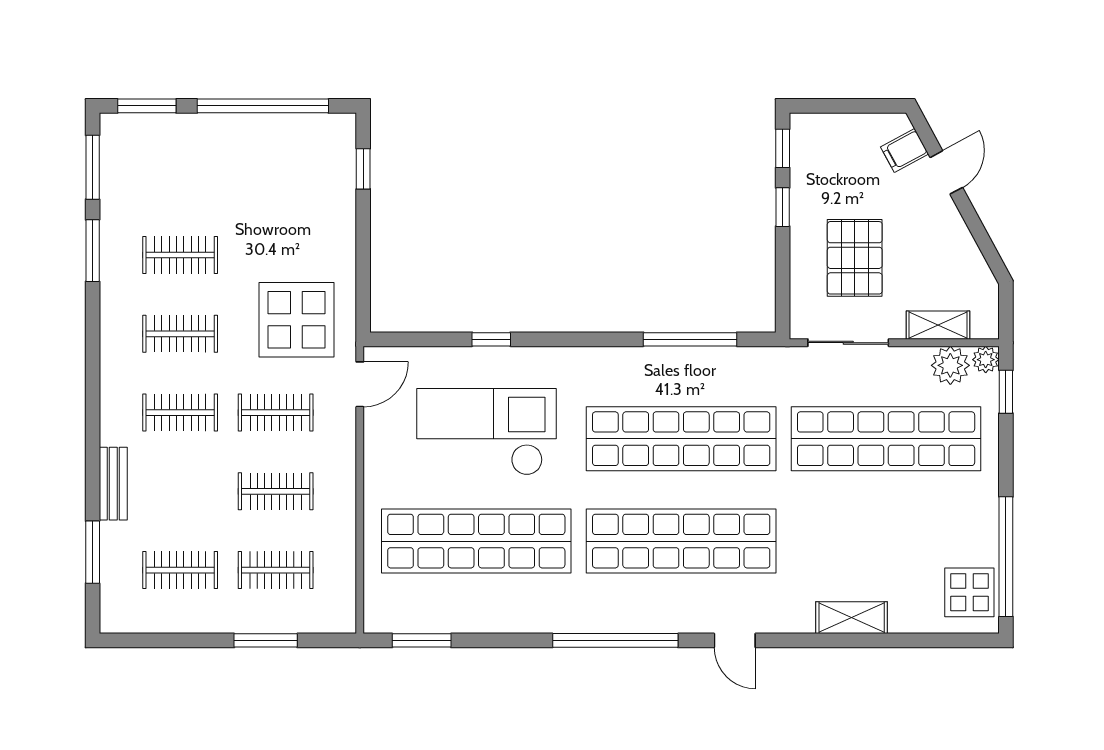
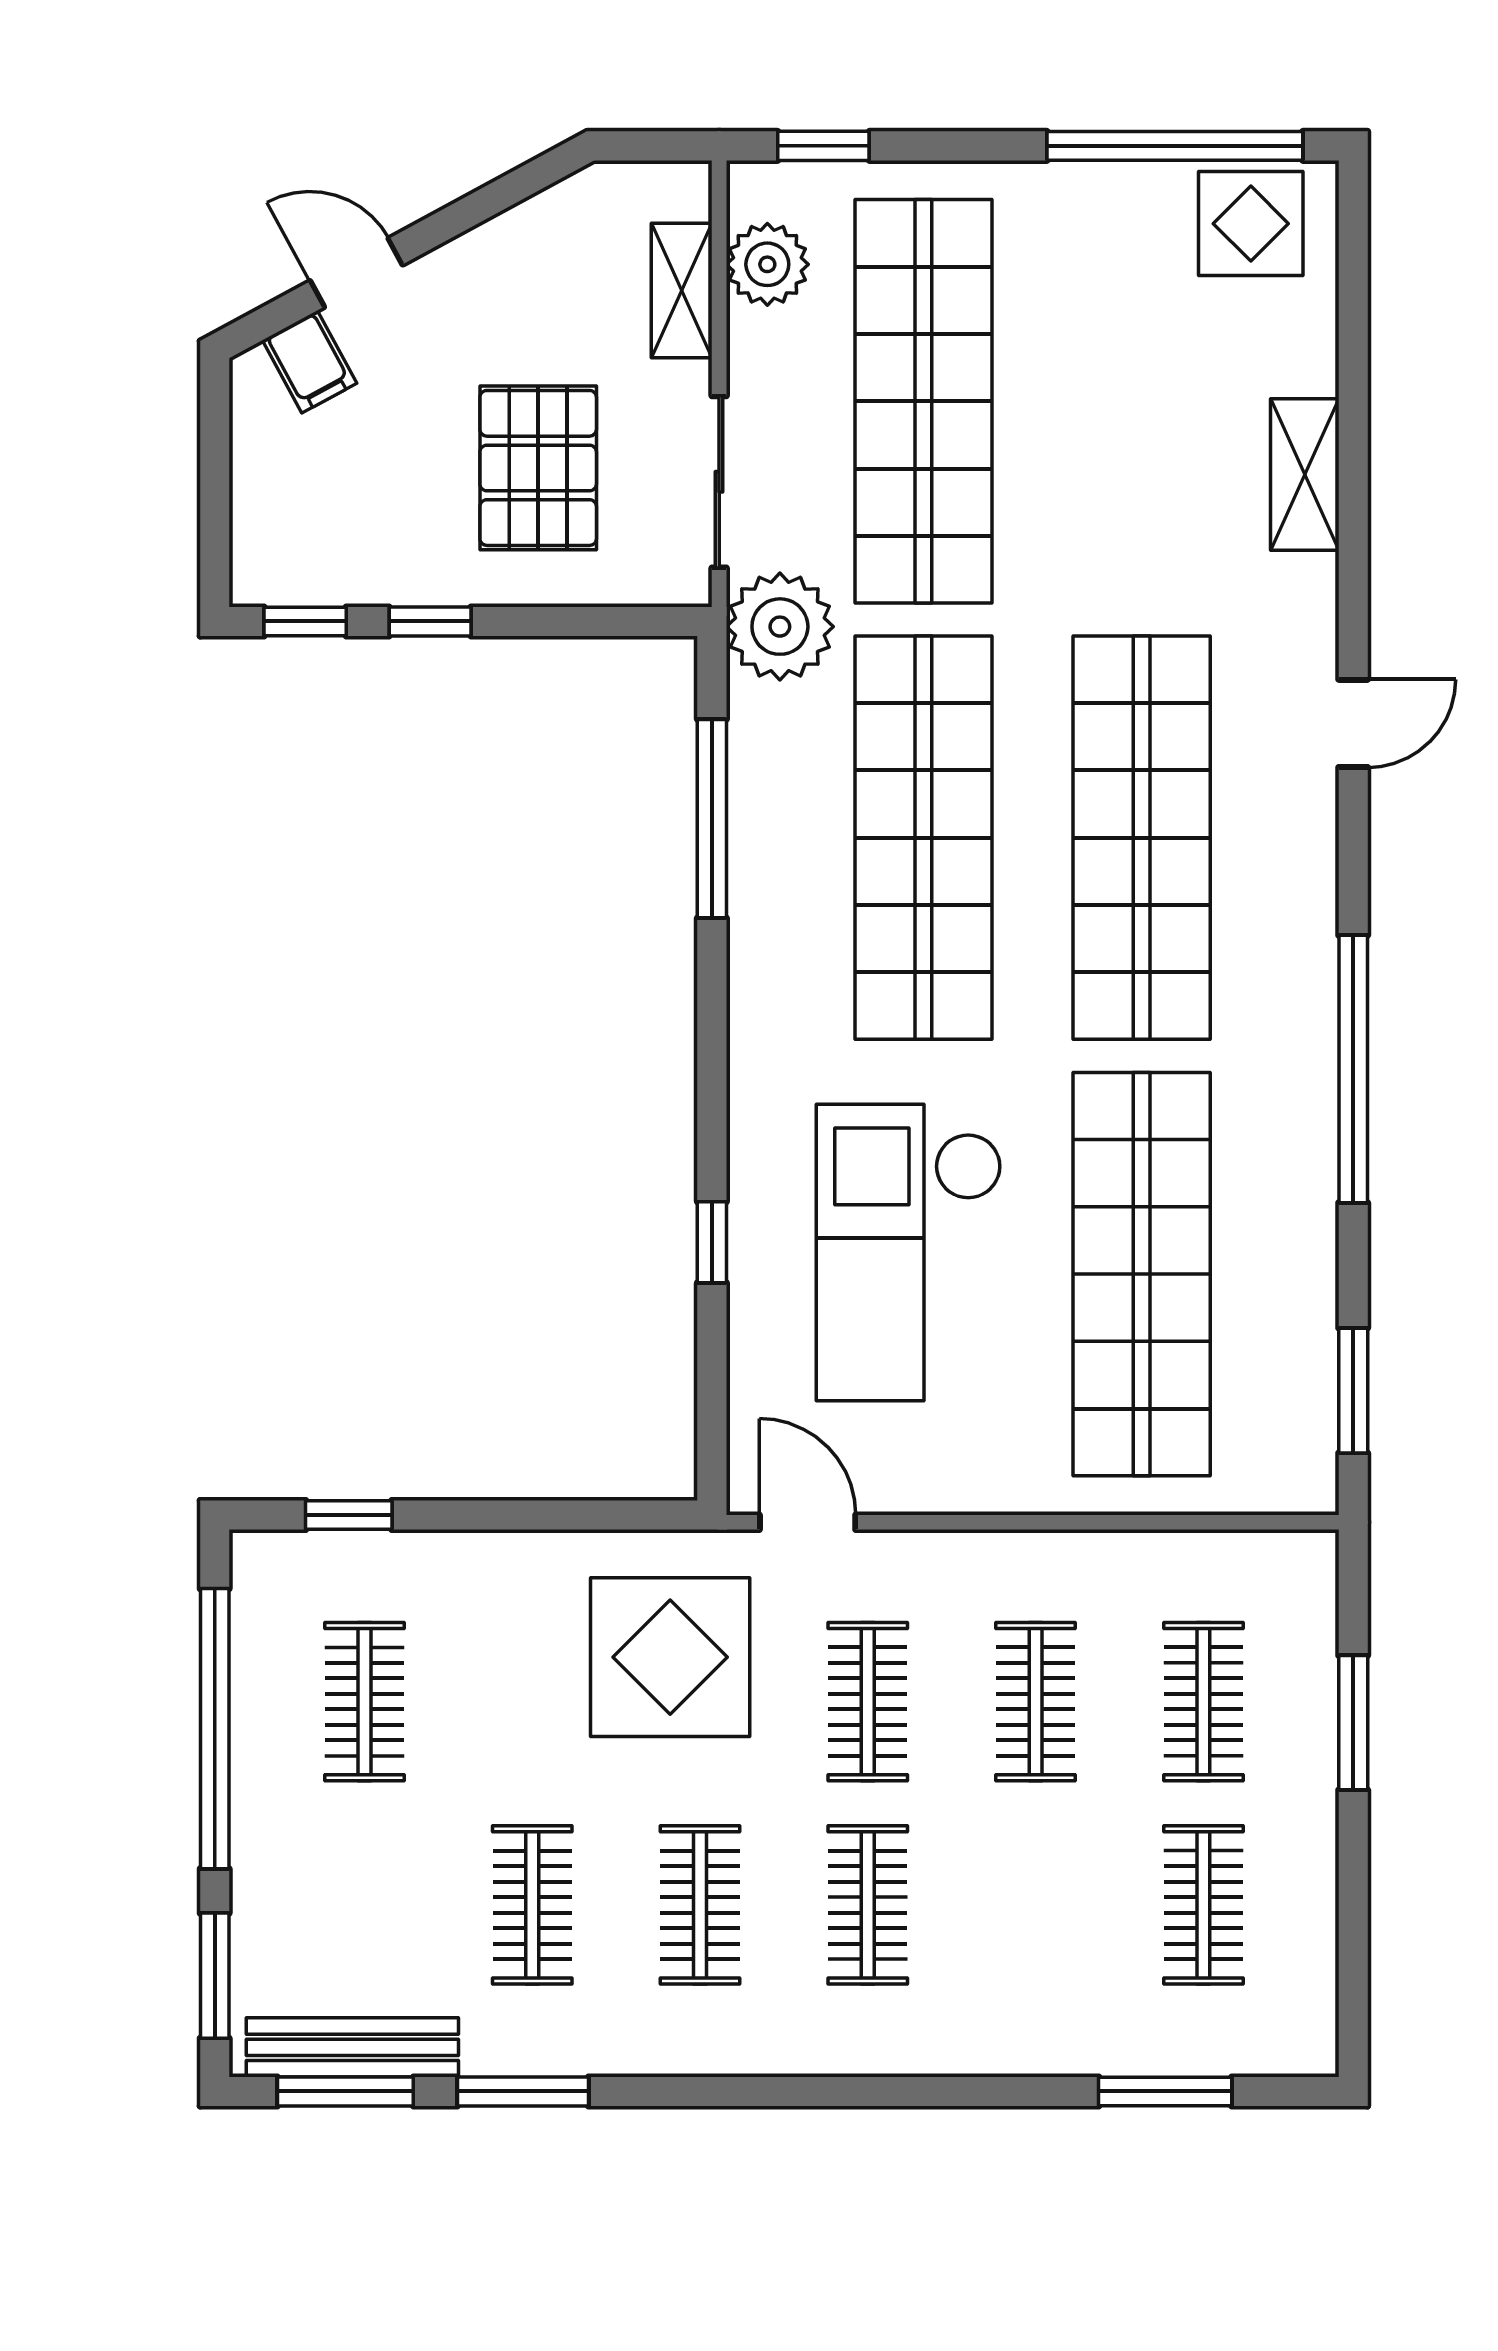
clothes rail: (276, 176) -> (364, 1702), added
pallet: (855, 258) -> (538, 468), turned 90
plant: (986, 360) -> (780, 627), moved, width x1.87, depth x1.87
bench: (113, 484) -> (352, 2047), moved, width x1.36
window: (615, 640) -> (1353, 1069), moved

